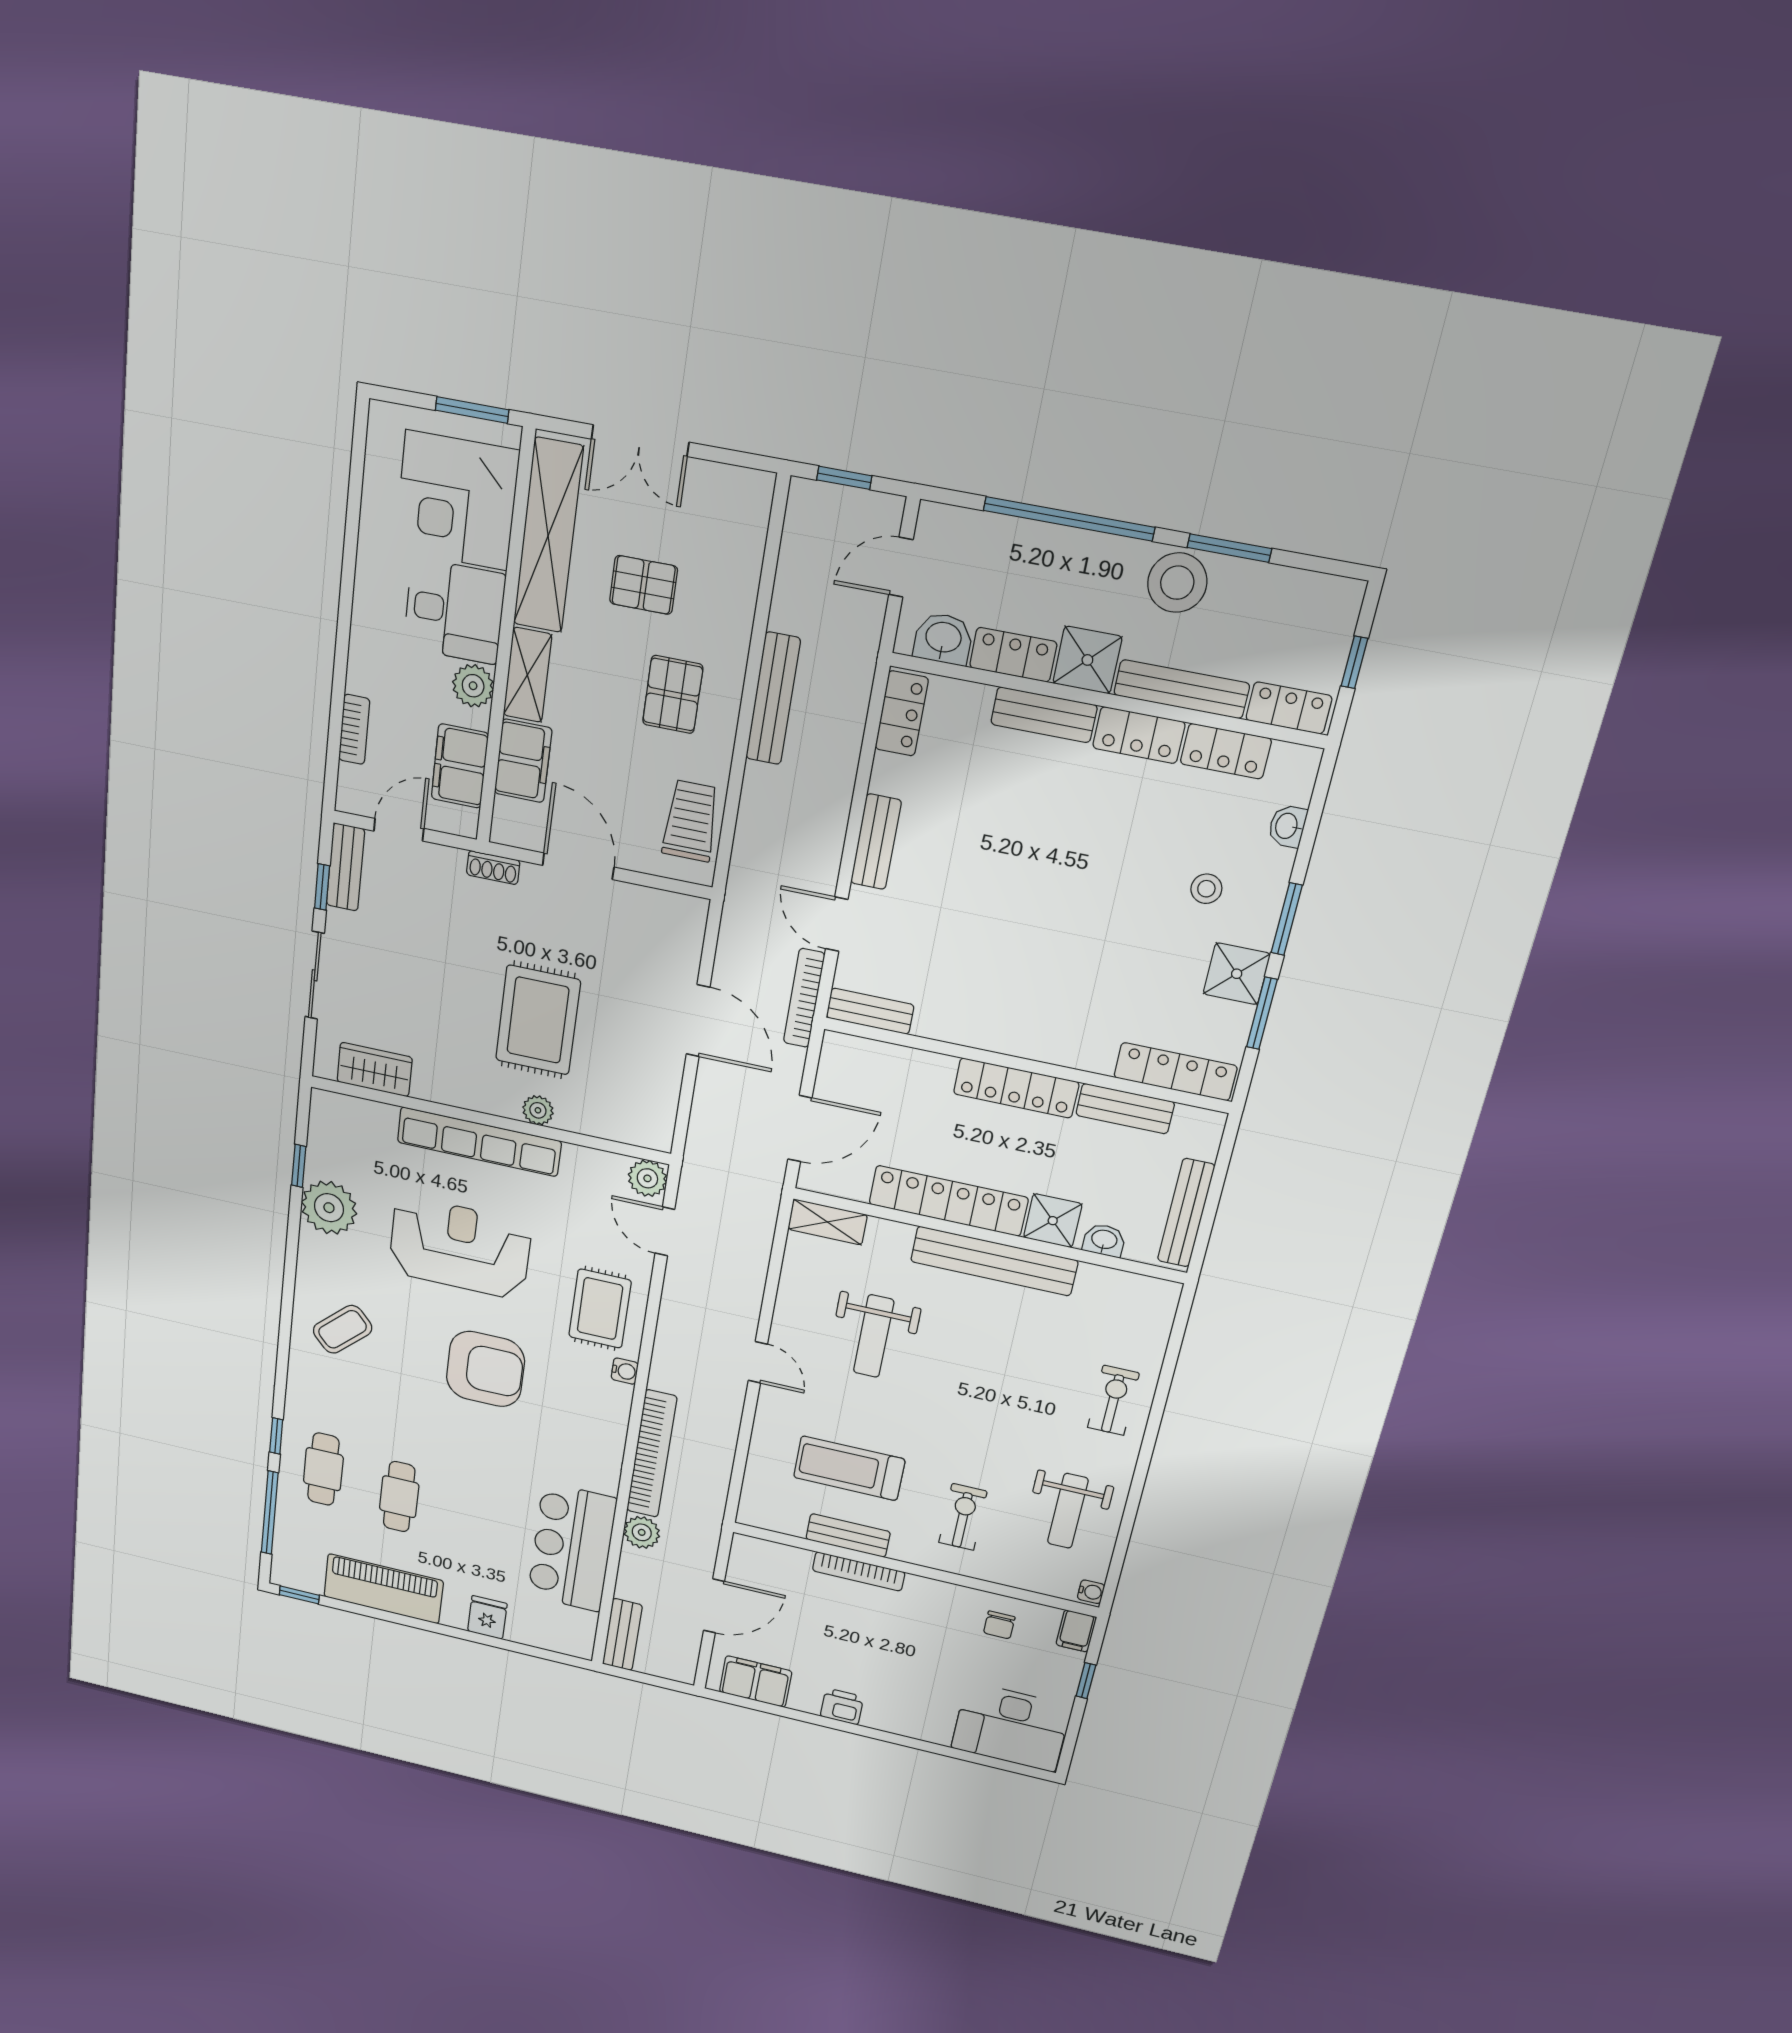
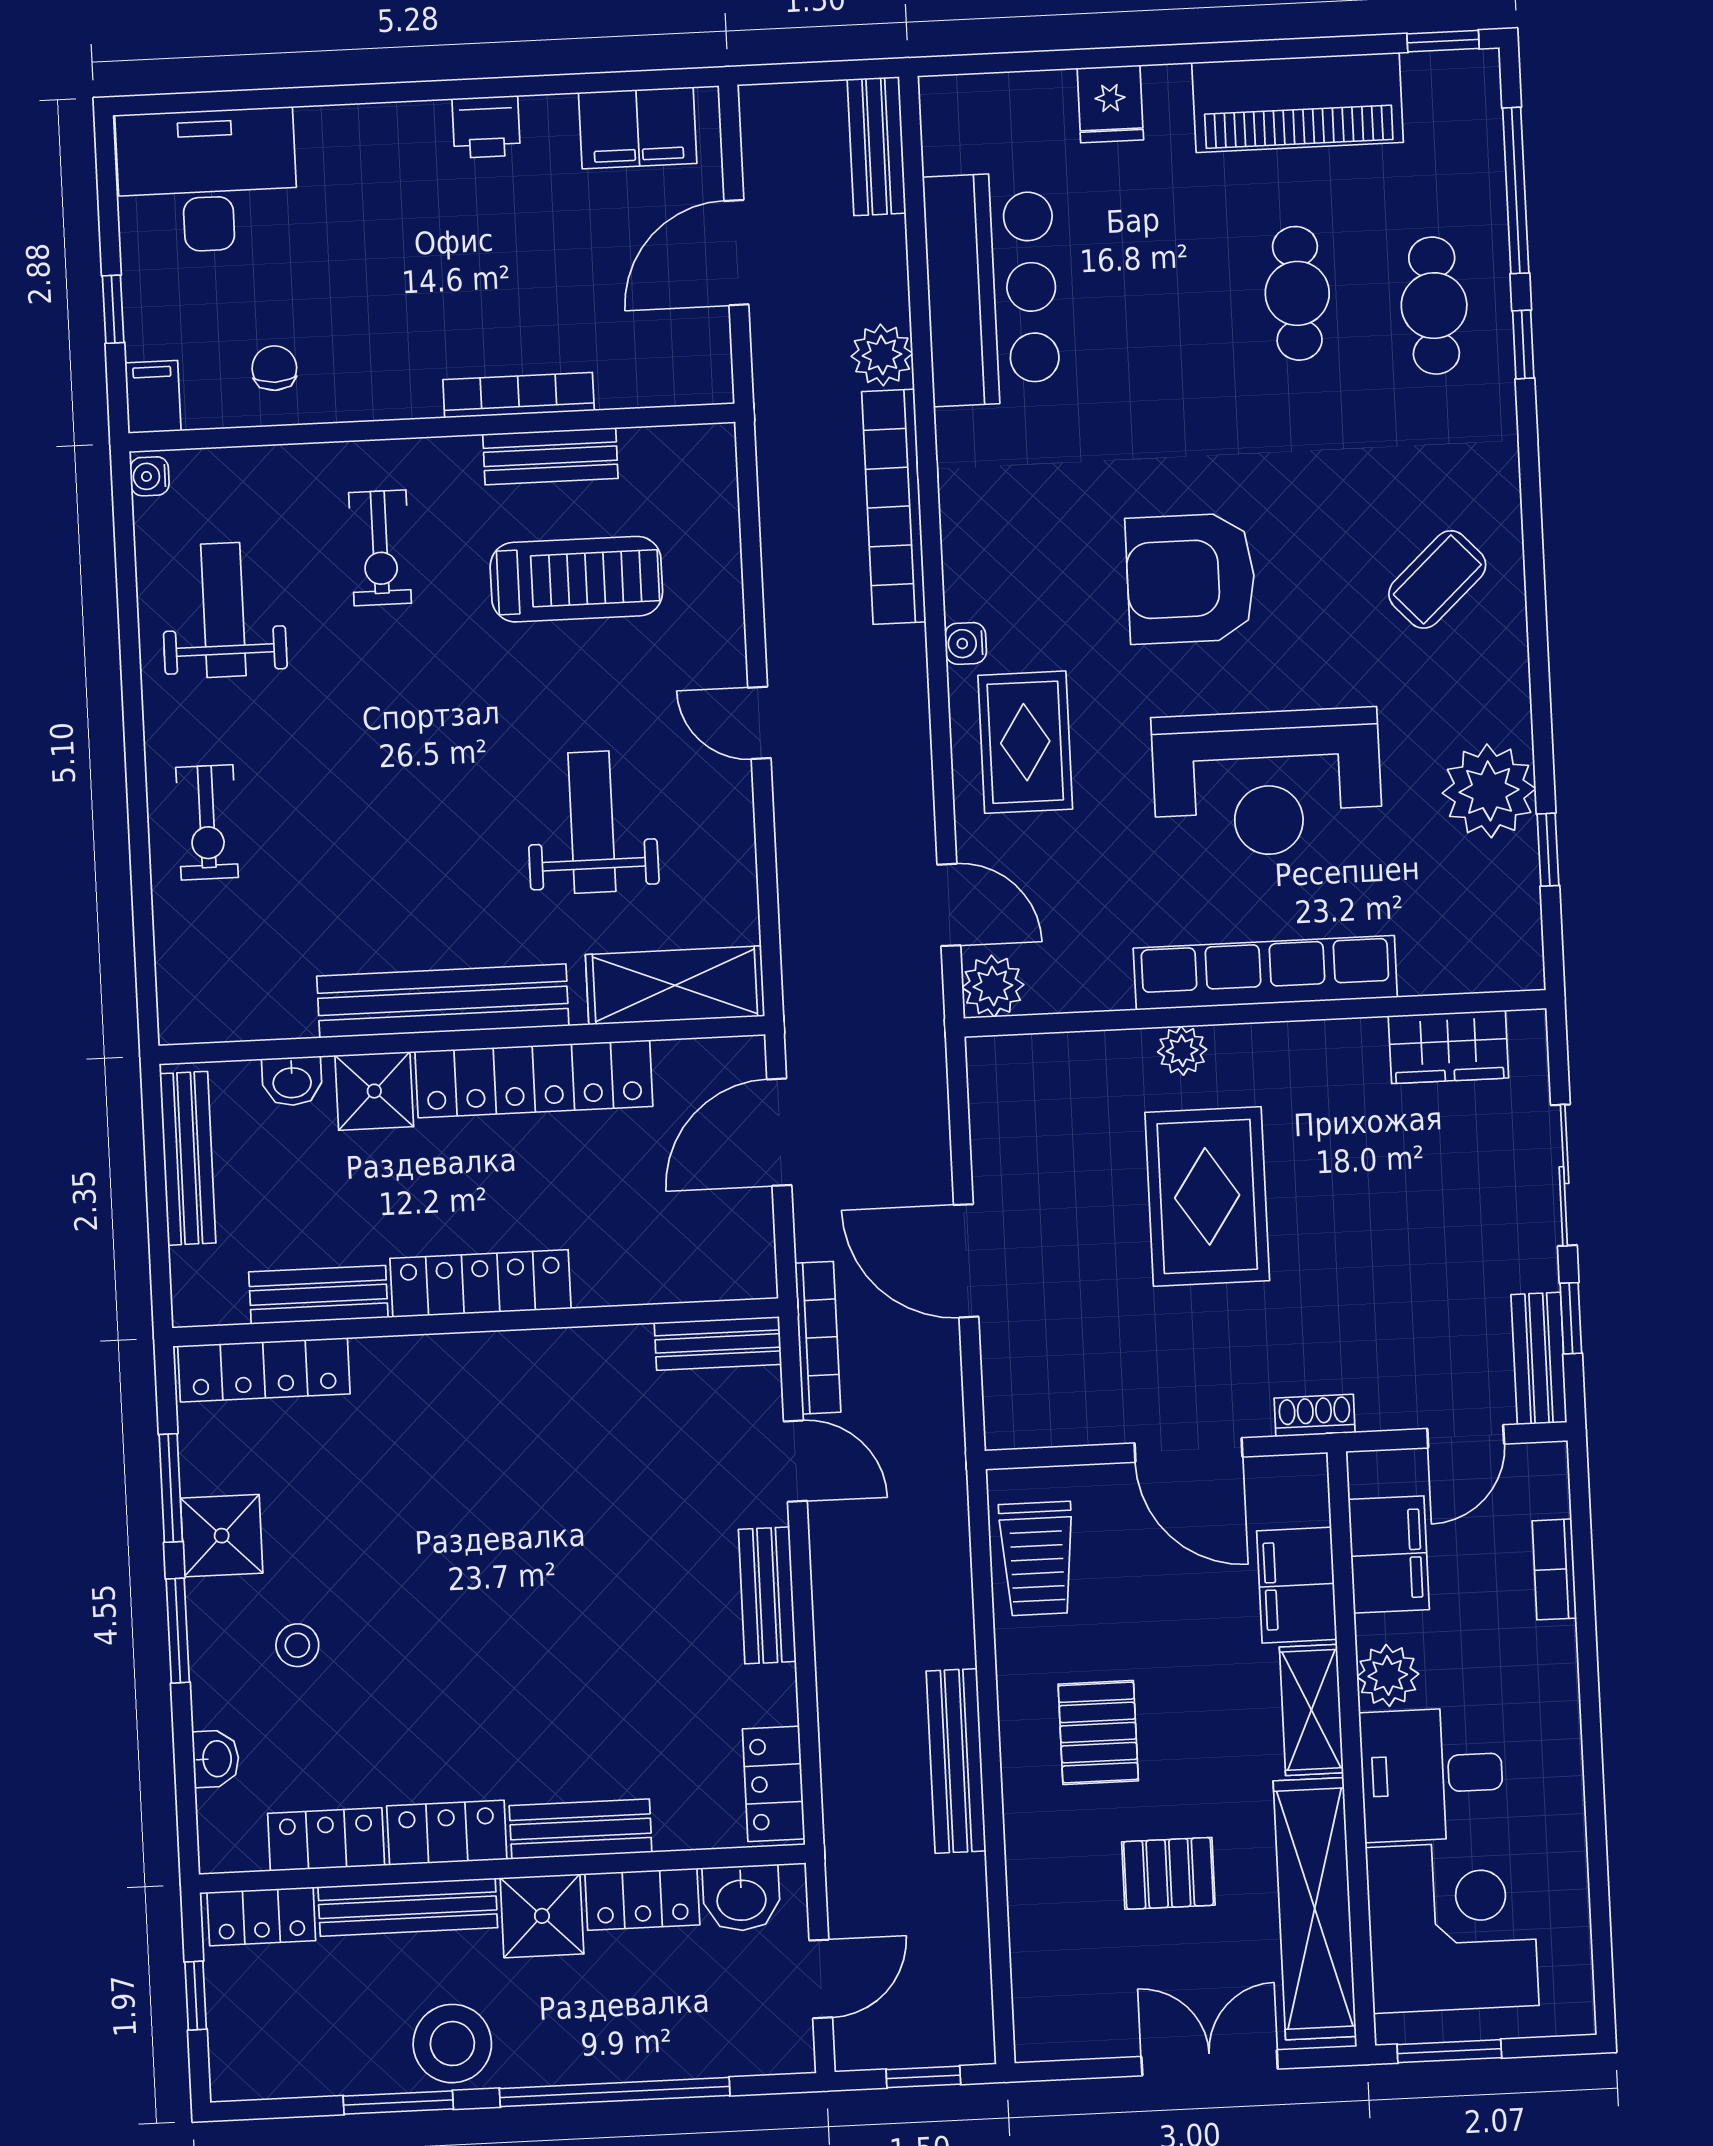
shelving: (828, 1222) -> (675, 985), width x1.50, depth x1.33

